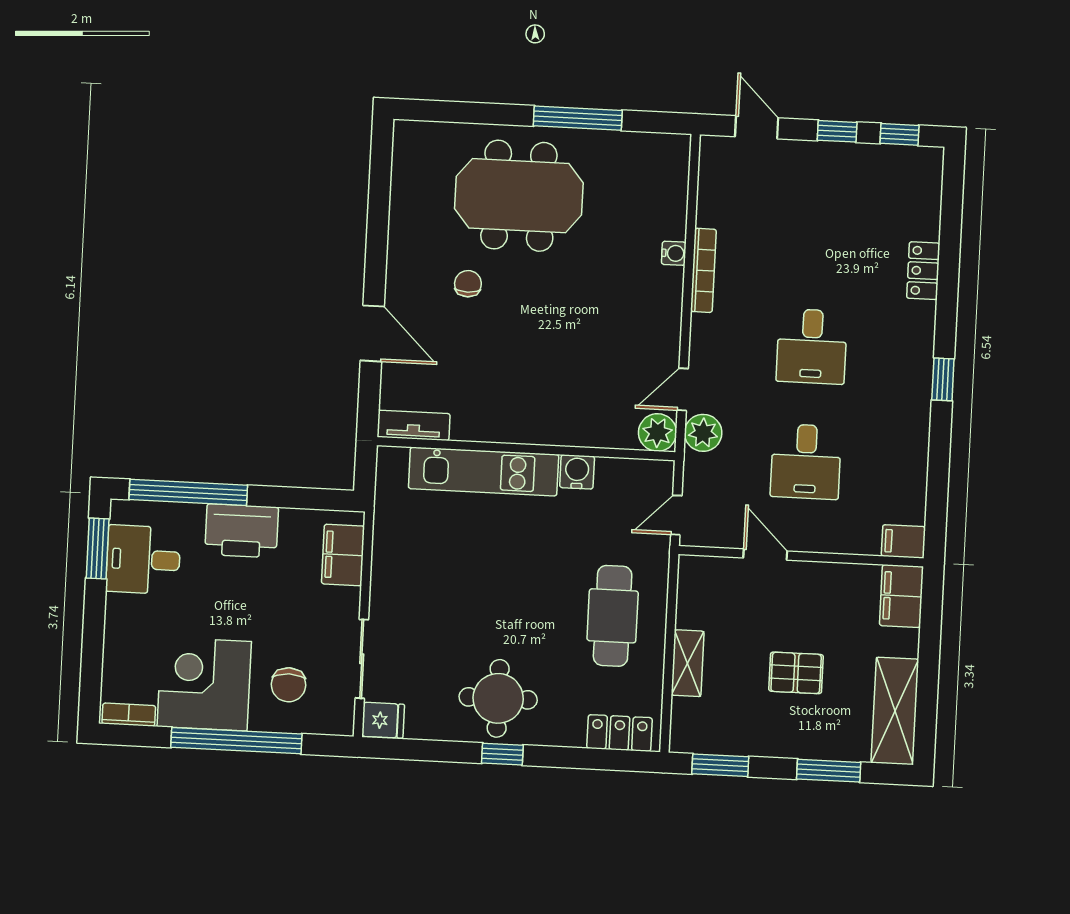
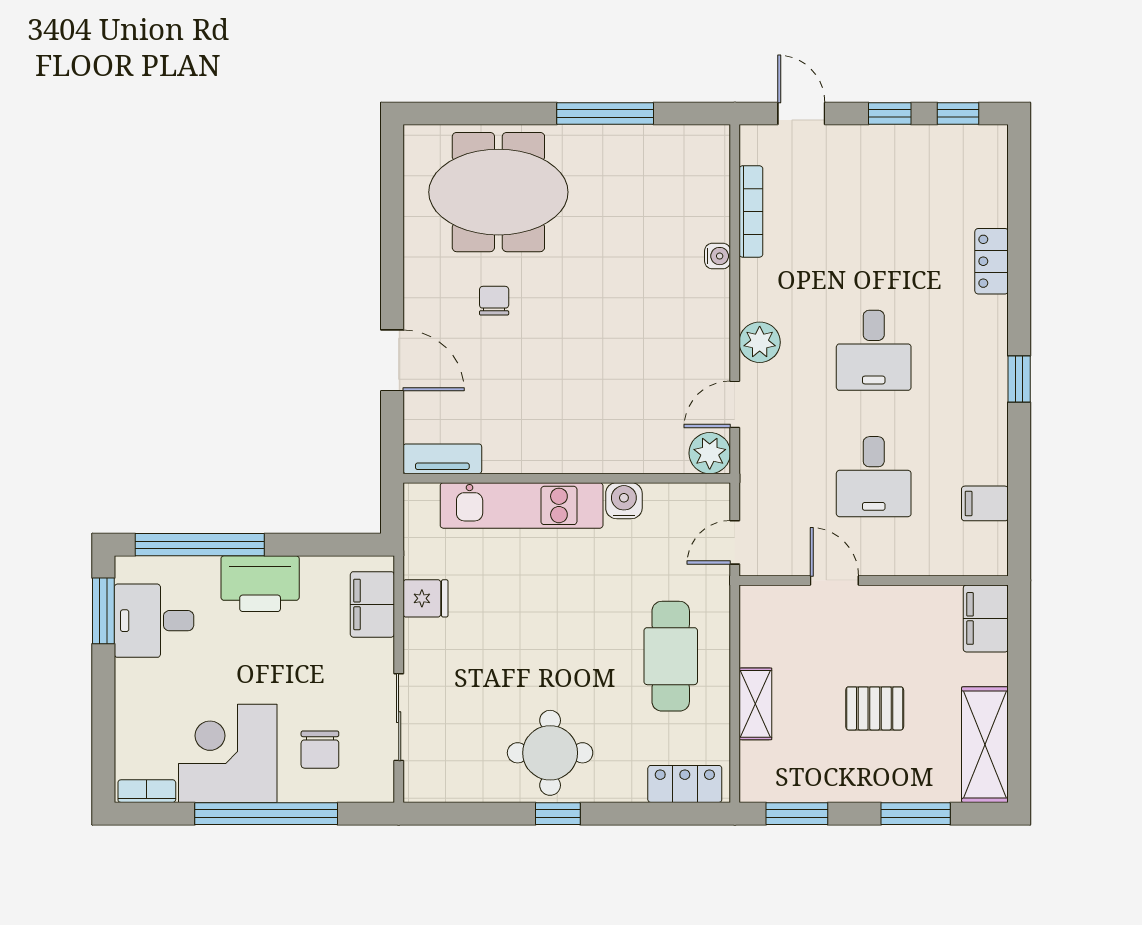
meeting table: (519, 196) -> (498, 192), moved
bookcase: (703, 270) -> (751, 211), moved
plant: (703, 433) -> (760, 342), moved
filing cabinet: (903, 541) -> (985, 503), moved
fridge: (383, 720) -> (425, 598), moved

